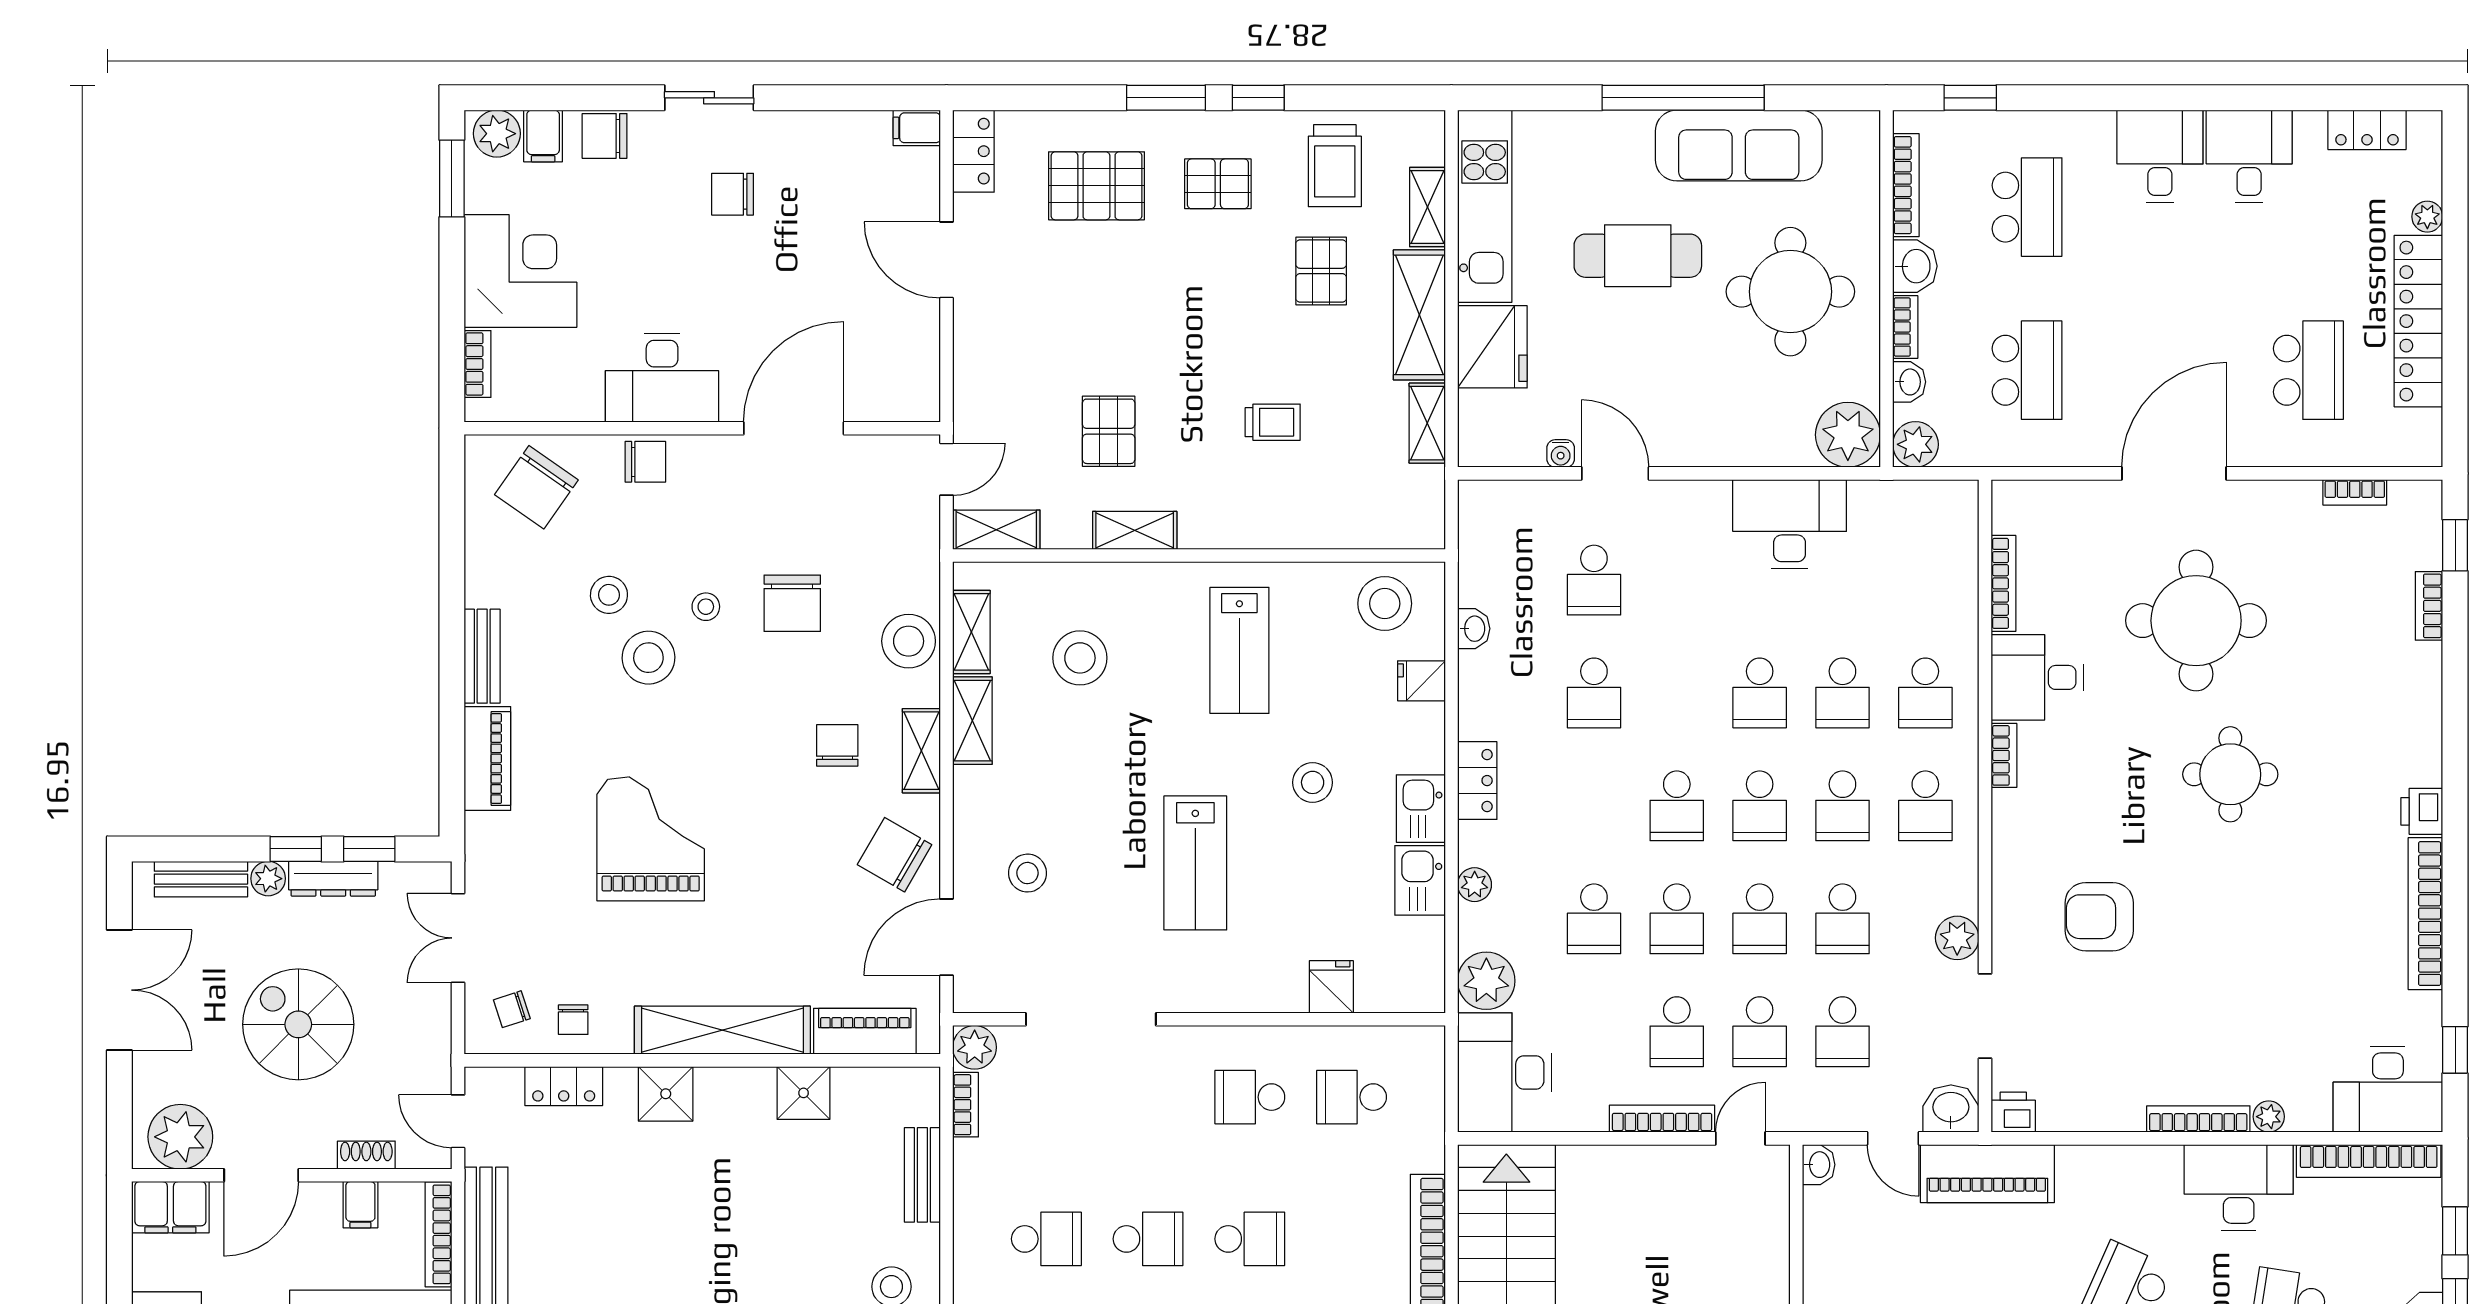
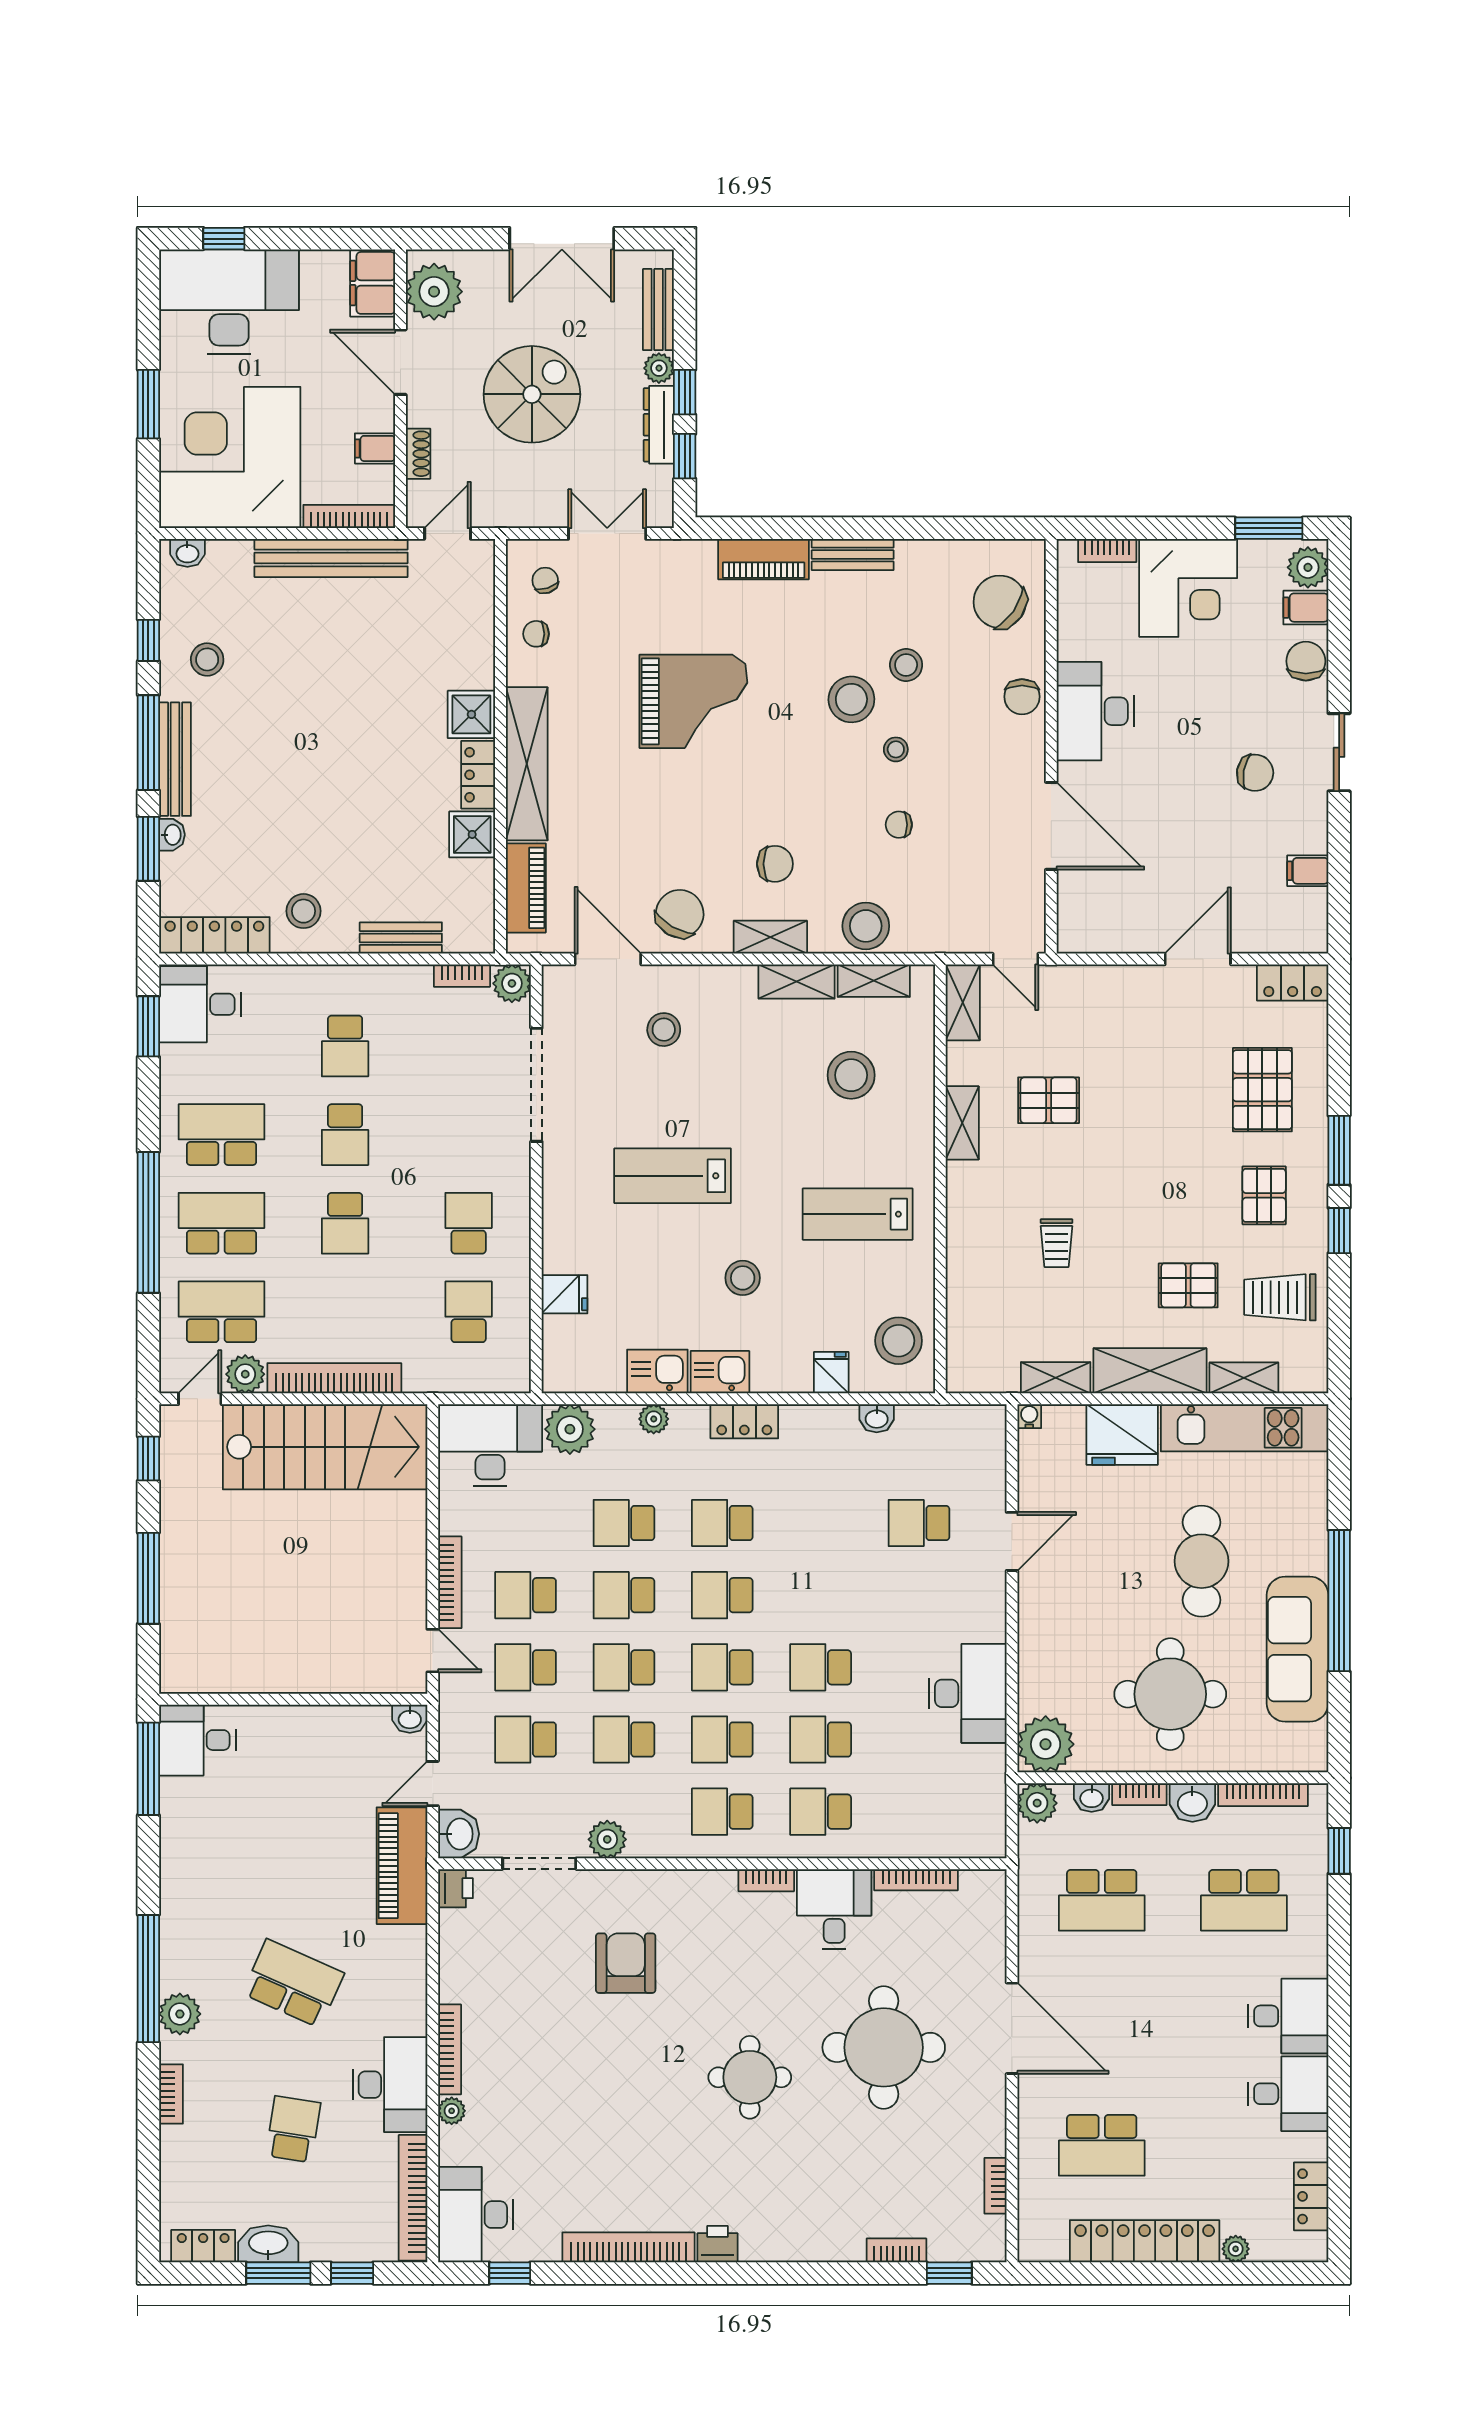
filing cabinet: (917, 128) -> (1308, 871), moved, turned -90
chair: (733, 194) -> (1255, 773), turned 100
water cooler: (1561, 453) -> (1029, 1416), moved, turned 90
chair: (792, 603) -> (899, 825), width x0.54, depth x0.54
school desk: (1594, 693) -> (722, 1523), moved
locker: (564, 1086) -> (478, 775), moved

